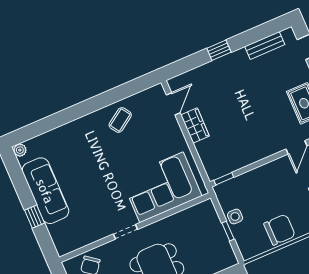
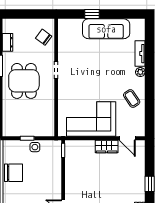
tv unit: (58, 134) -> (140, 54), added
plant: (20, 150) -> (140, 72), moved
corner sofa: (161, 187) -> (91, 119), moved, turned -90
chair: (280, 230) -> (13, 173), turned -90

